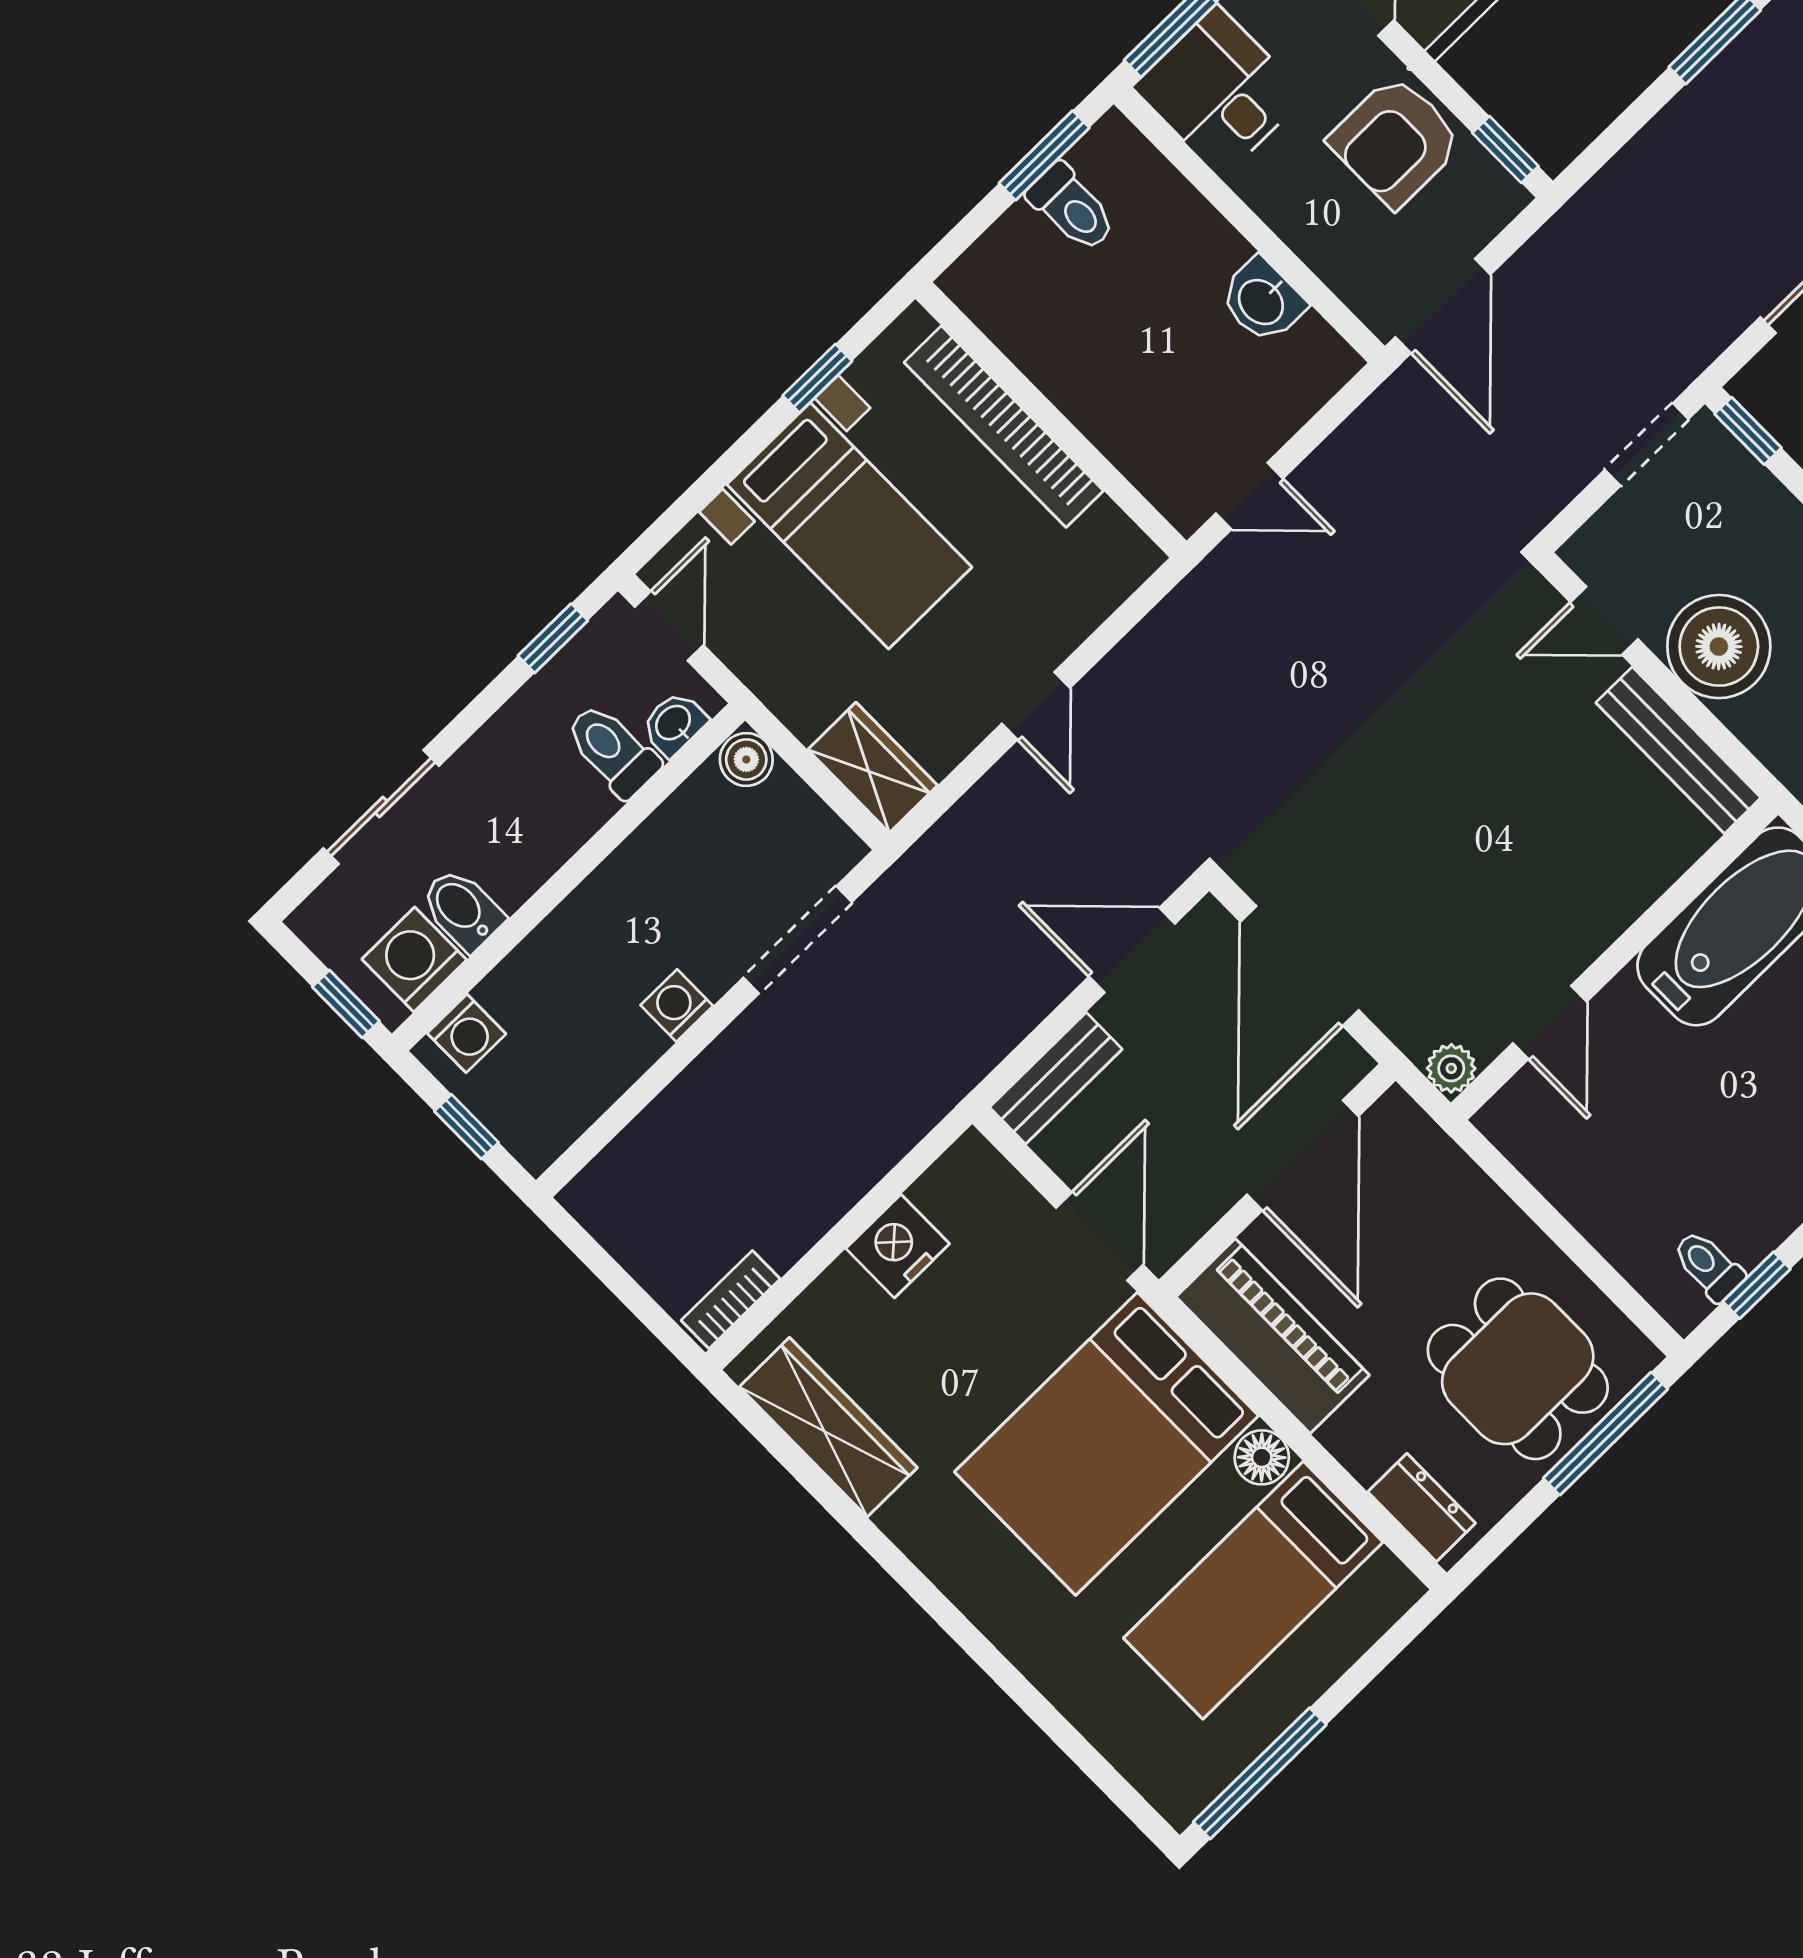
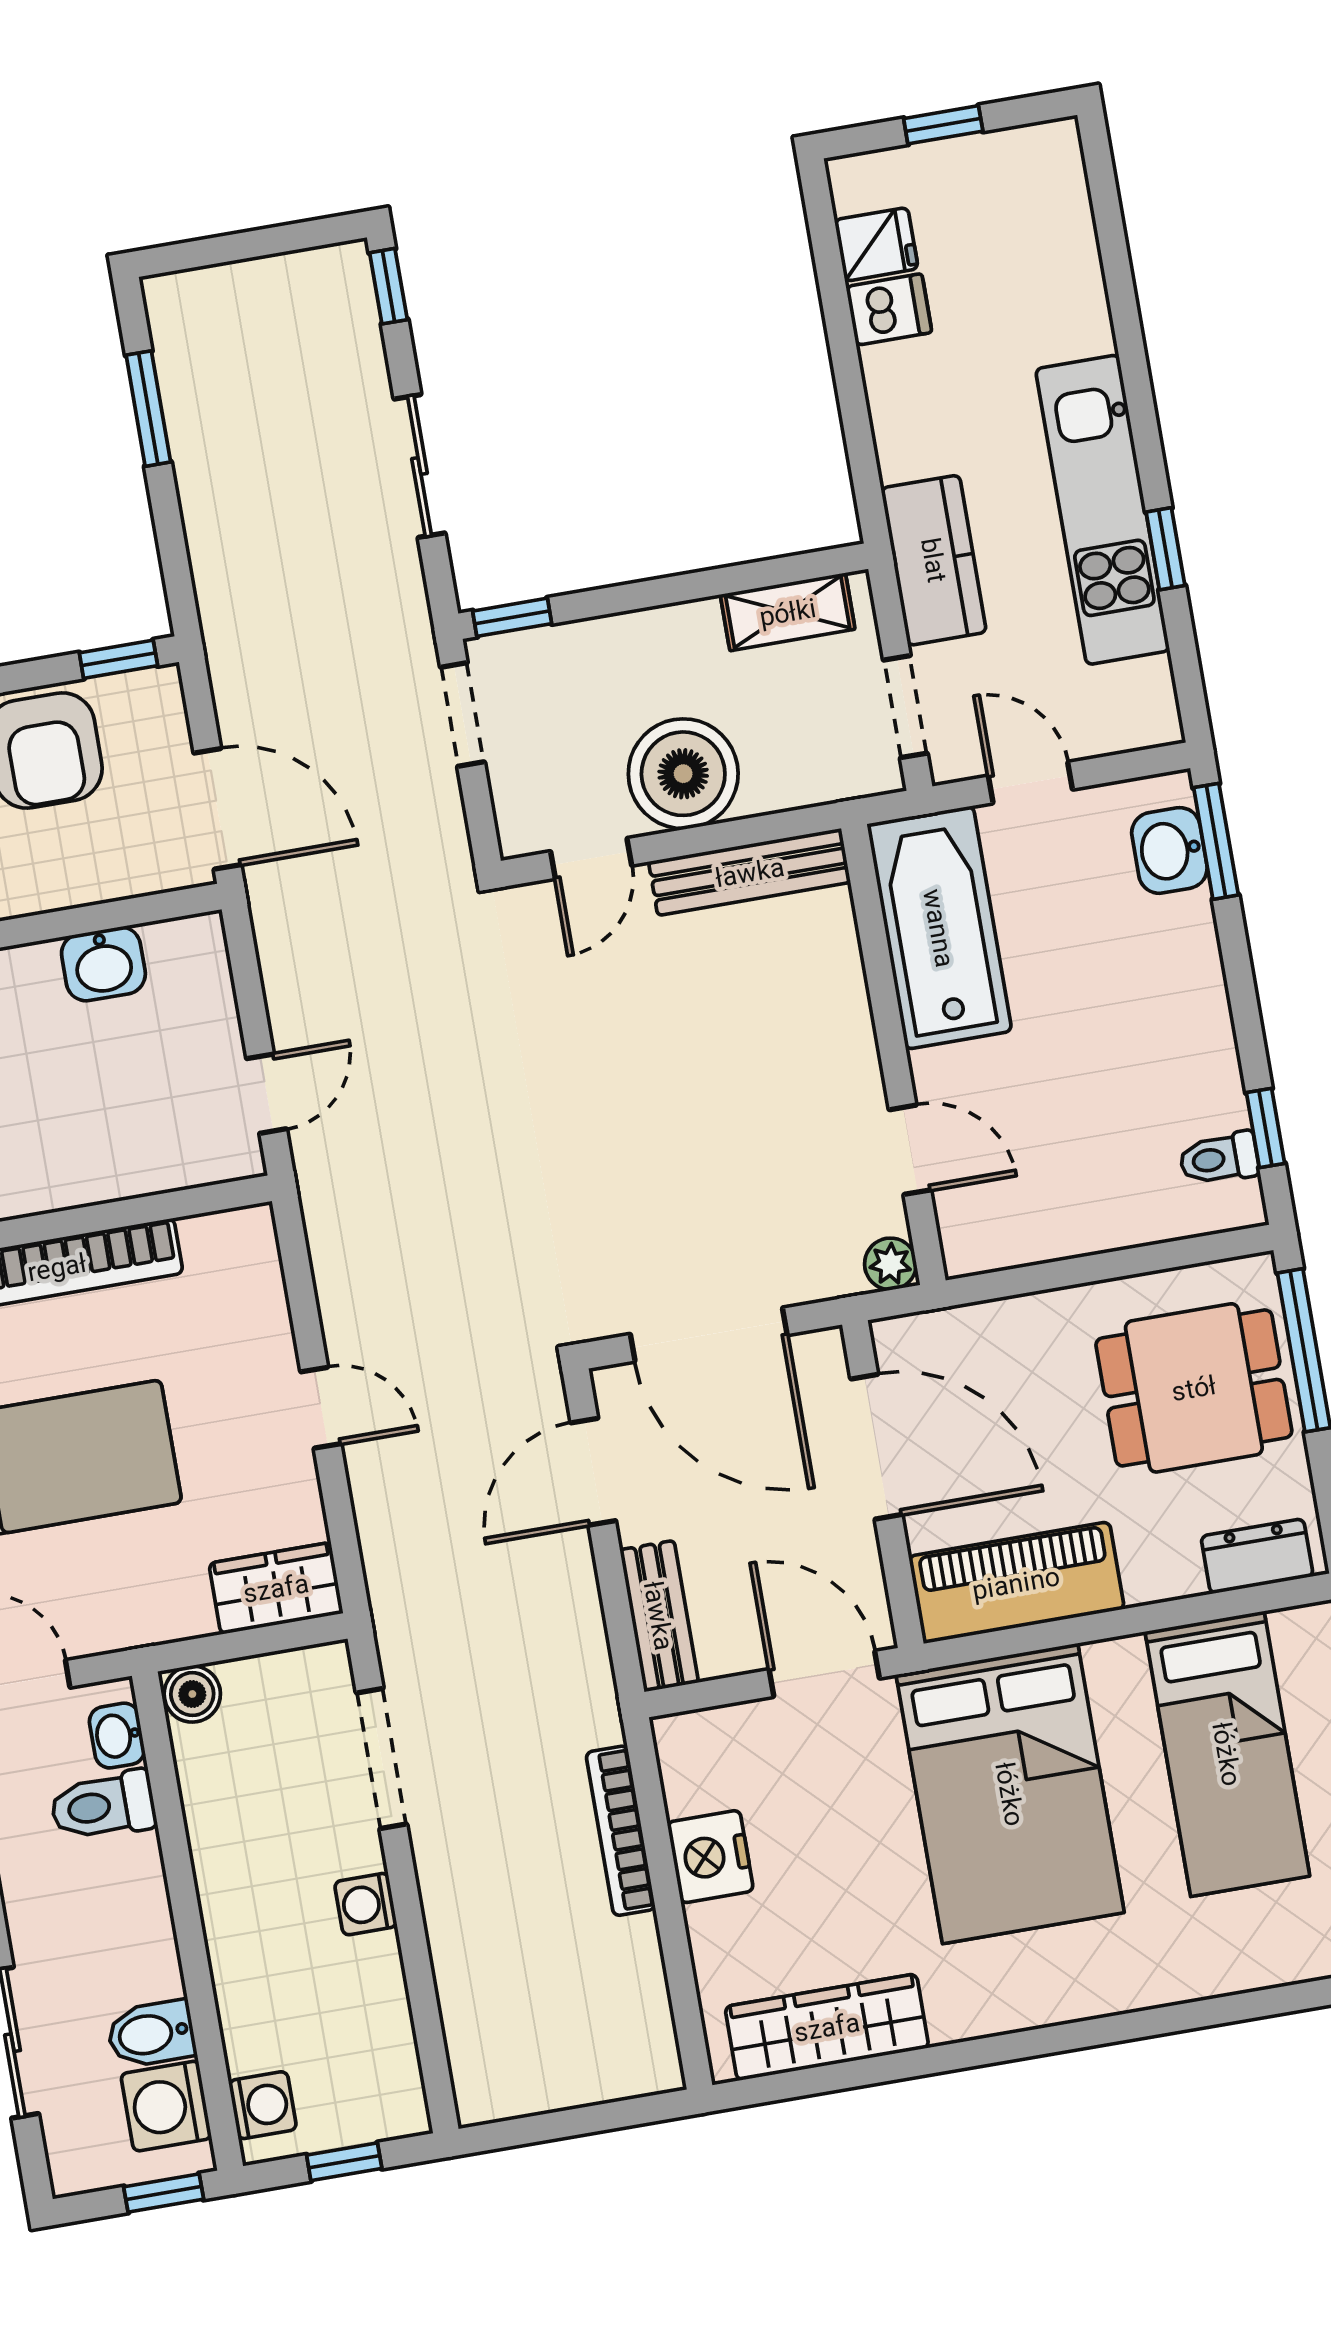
bookcase: (731, 1300) -> (621, 1831), moved, width x1.56
floor lamp: (1262, 1457) -> (1116, 1666), removed

